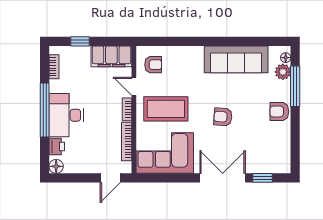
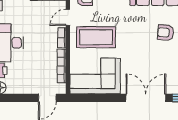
door: (134, 86) -> (68, 17), hinge flipped
armchair: (223, 117) -> (166, 33), moved

